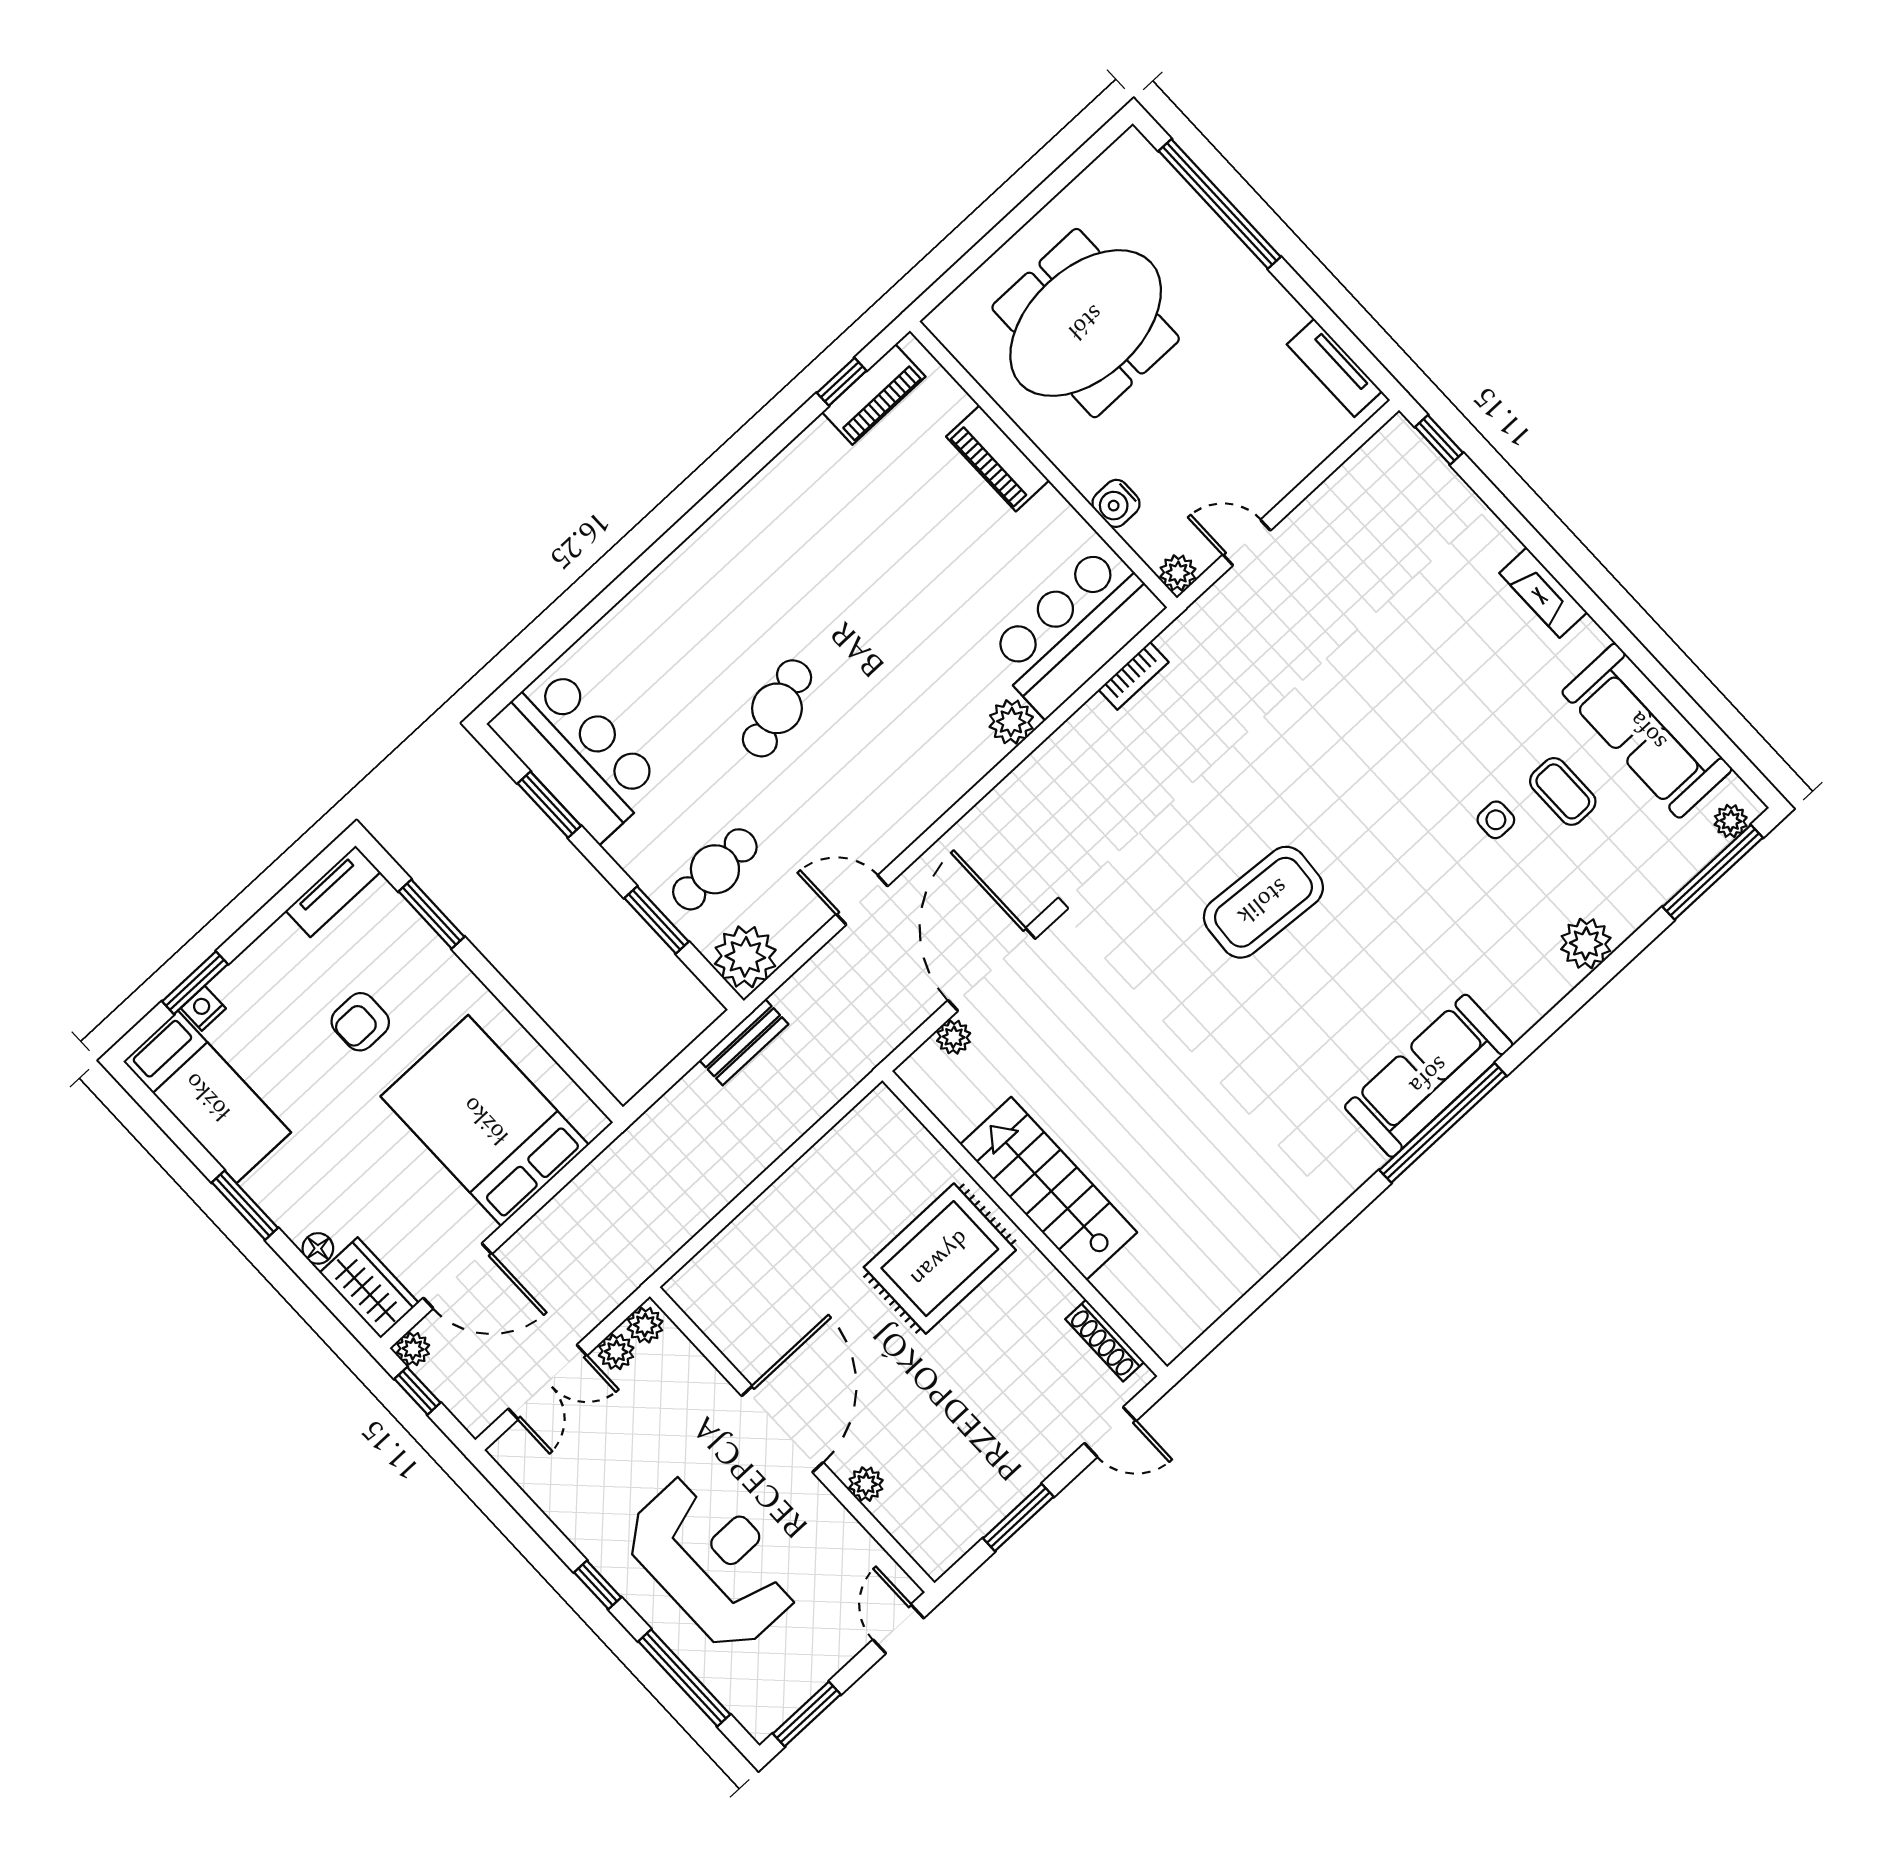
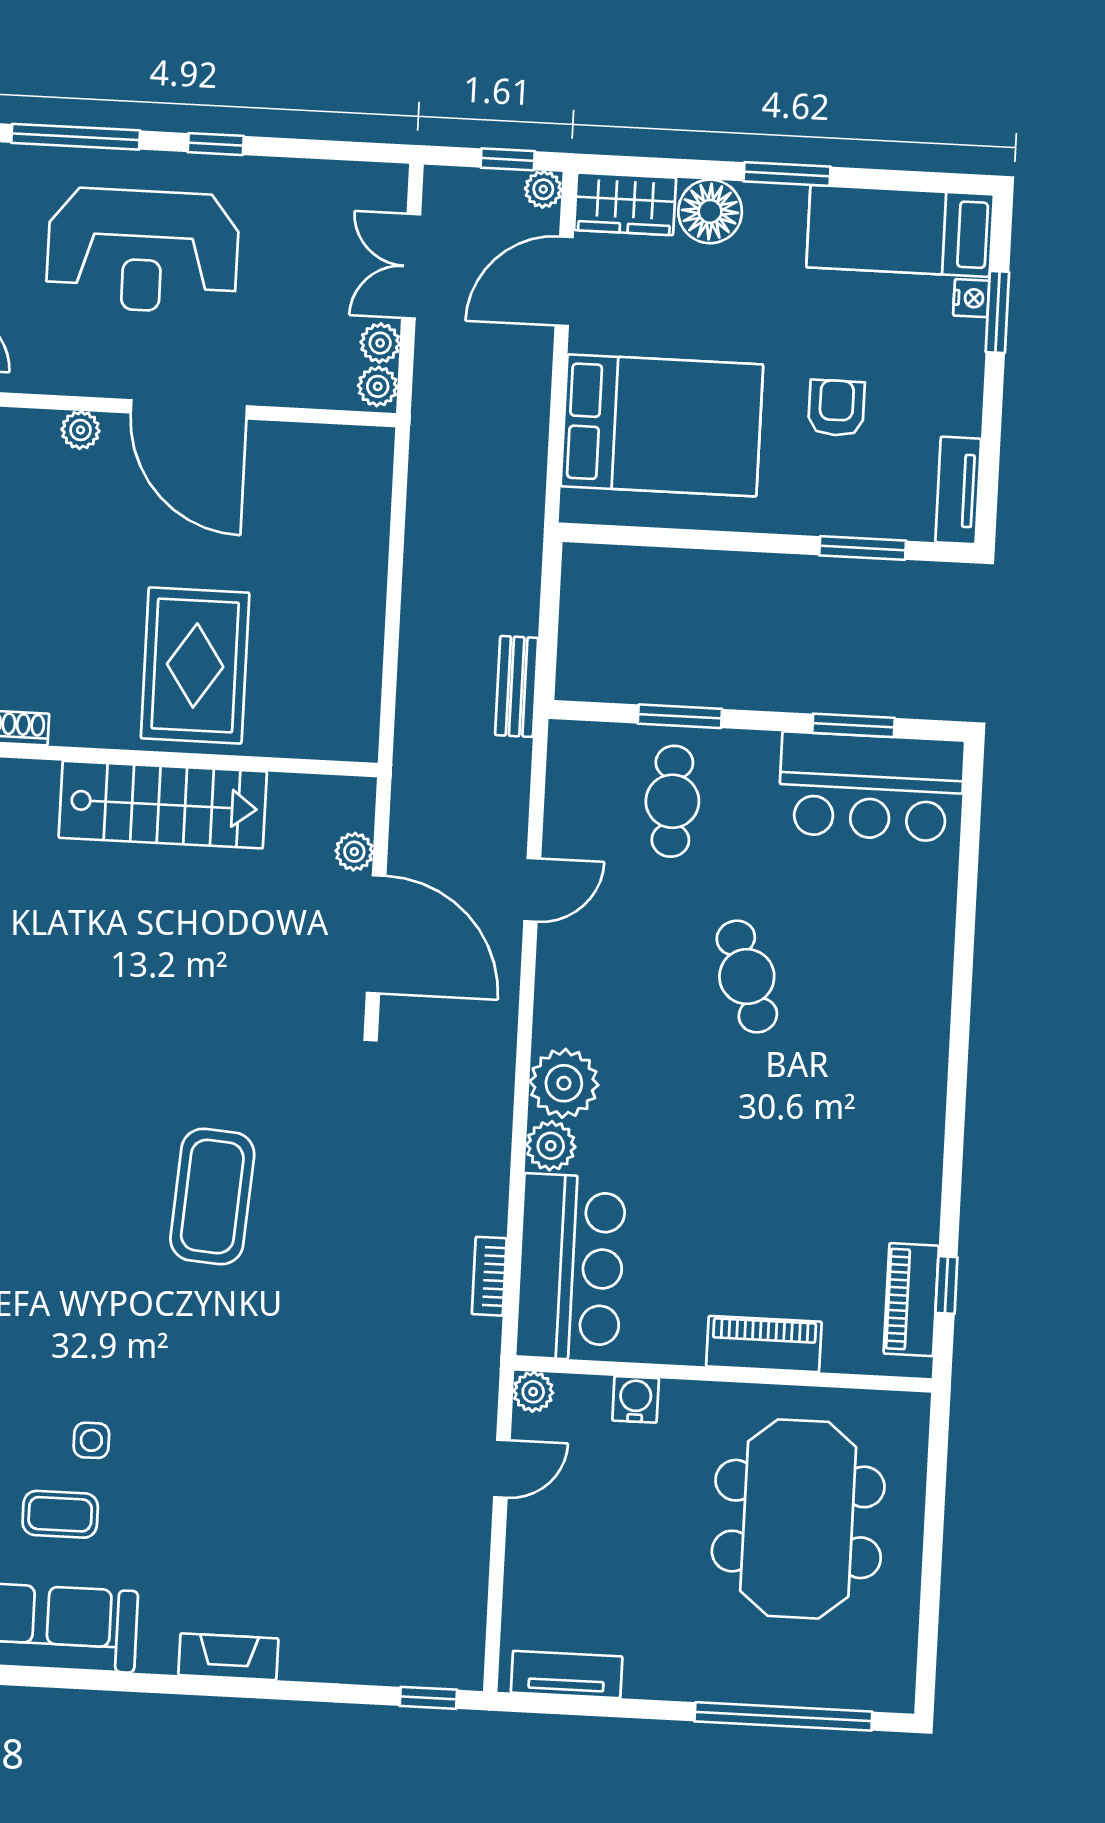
plant: (745, 957) -> (564, 1083), moved
floor lamp: (318, 1248) -> (710, 211), width x1.89, depth x1.89

